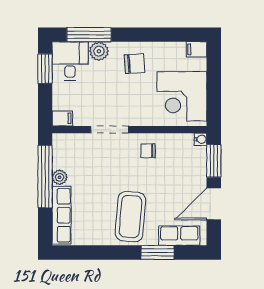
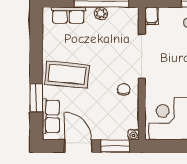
doorway: (110, 130) -> (142, 57), width x1.36
row of seats: (61, 215) -> (68, 15), width x0.68

